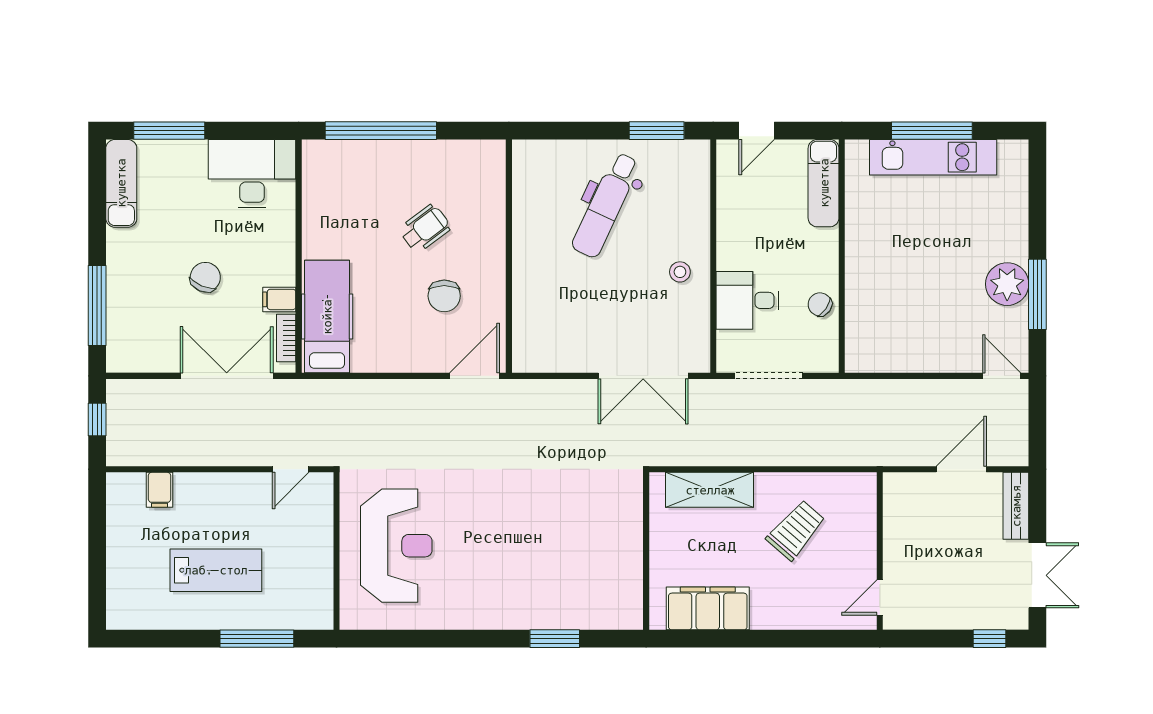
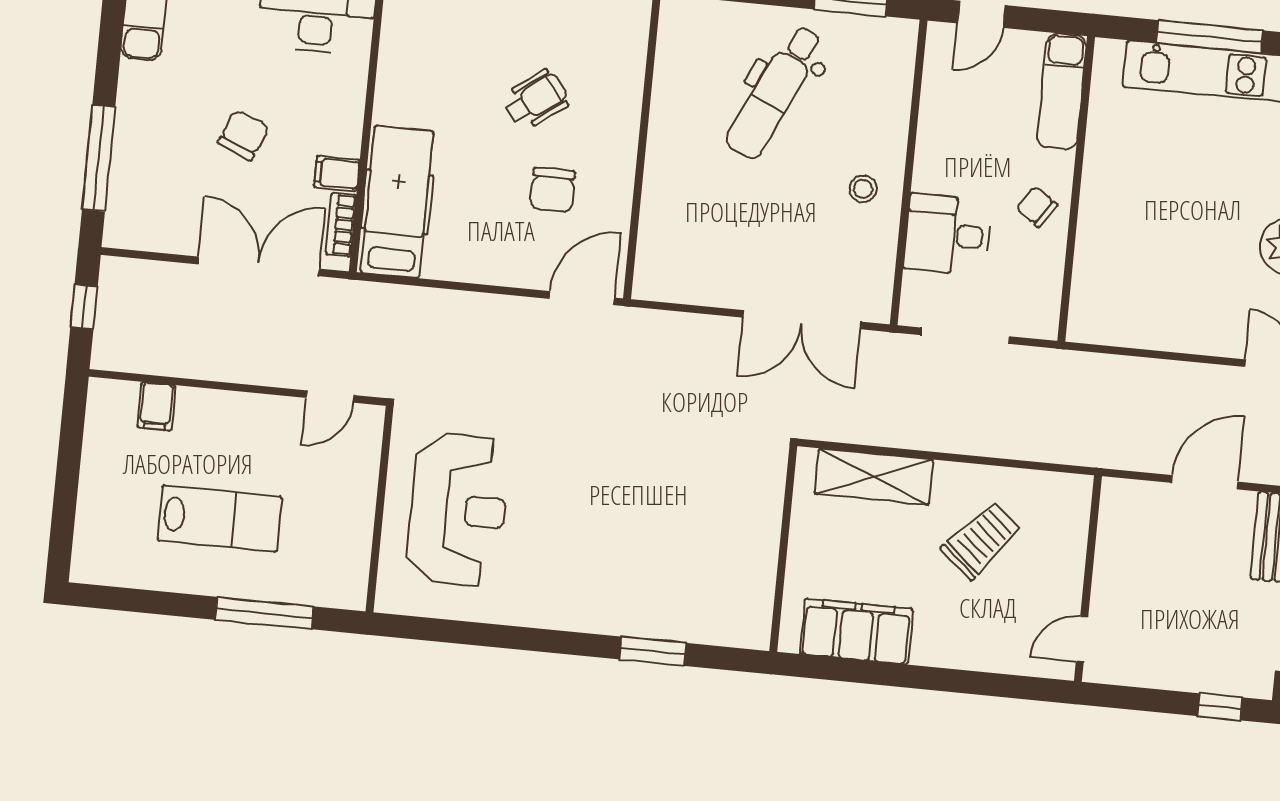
chair: (820, 304) -> (1037, 207), moved

